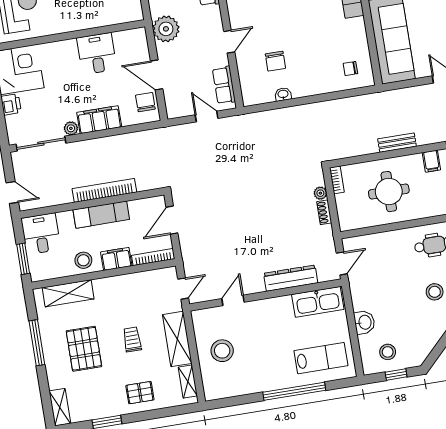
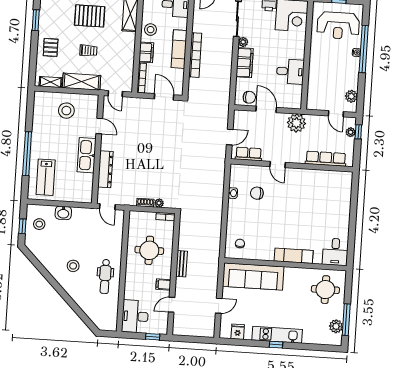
door: (157, 75) -> (266, 109), hinge flipped
kitchen sink: (318, 302) -> (87, 155), moved

